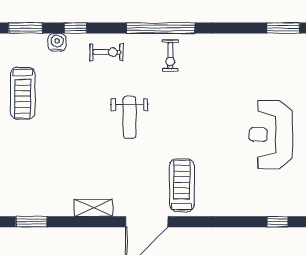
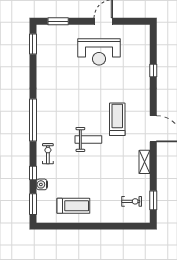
exercise bike: (170, 55) -> (132, 201), moved
treadmill: (182, 185) -> (117, 119), moved, turned 90
window: (278, 222) -> (153, 71), moved

